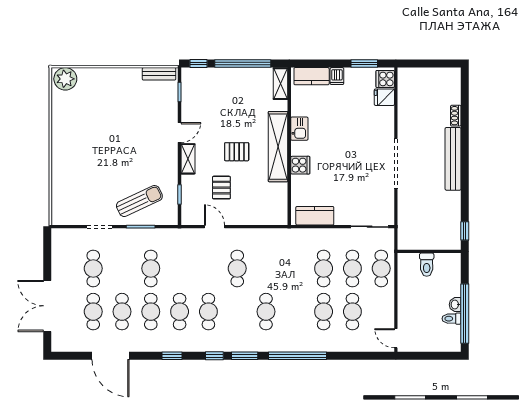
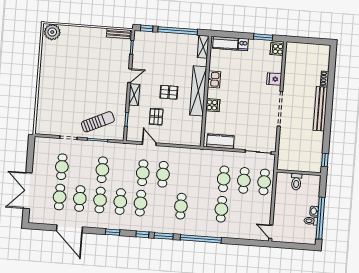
fridge: (384, 97) -> (274, 79), moved
cafe table: (352, 312) -> (143, 173), moved

